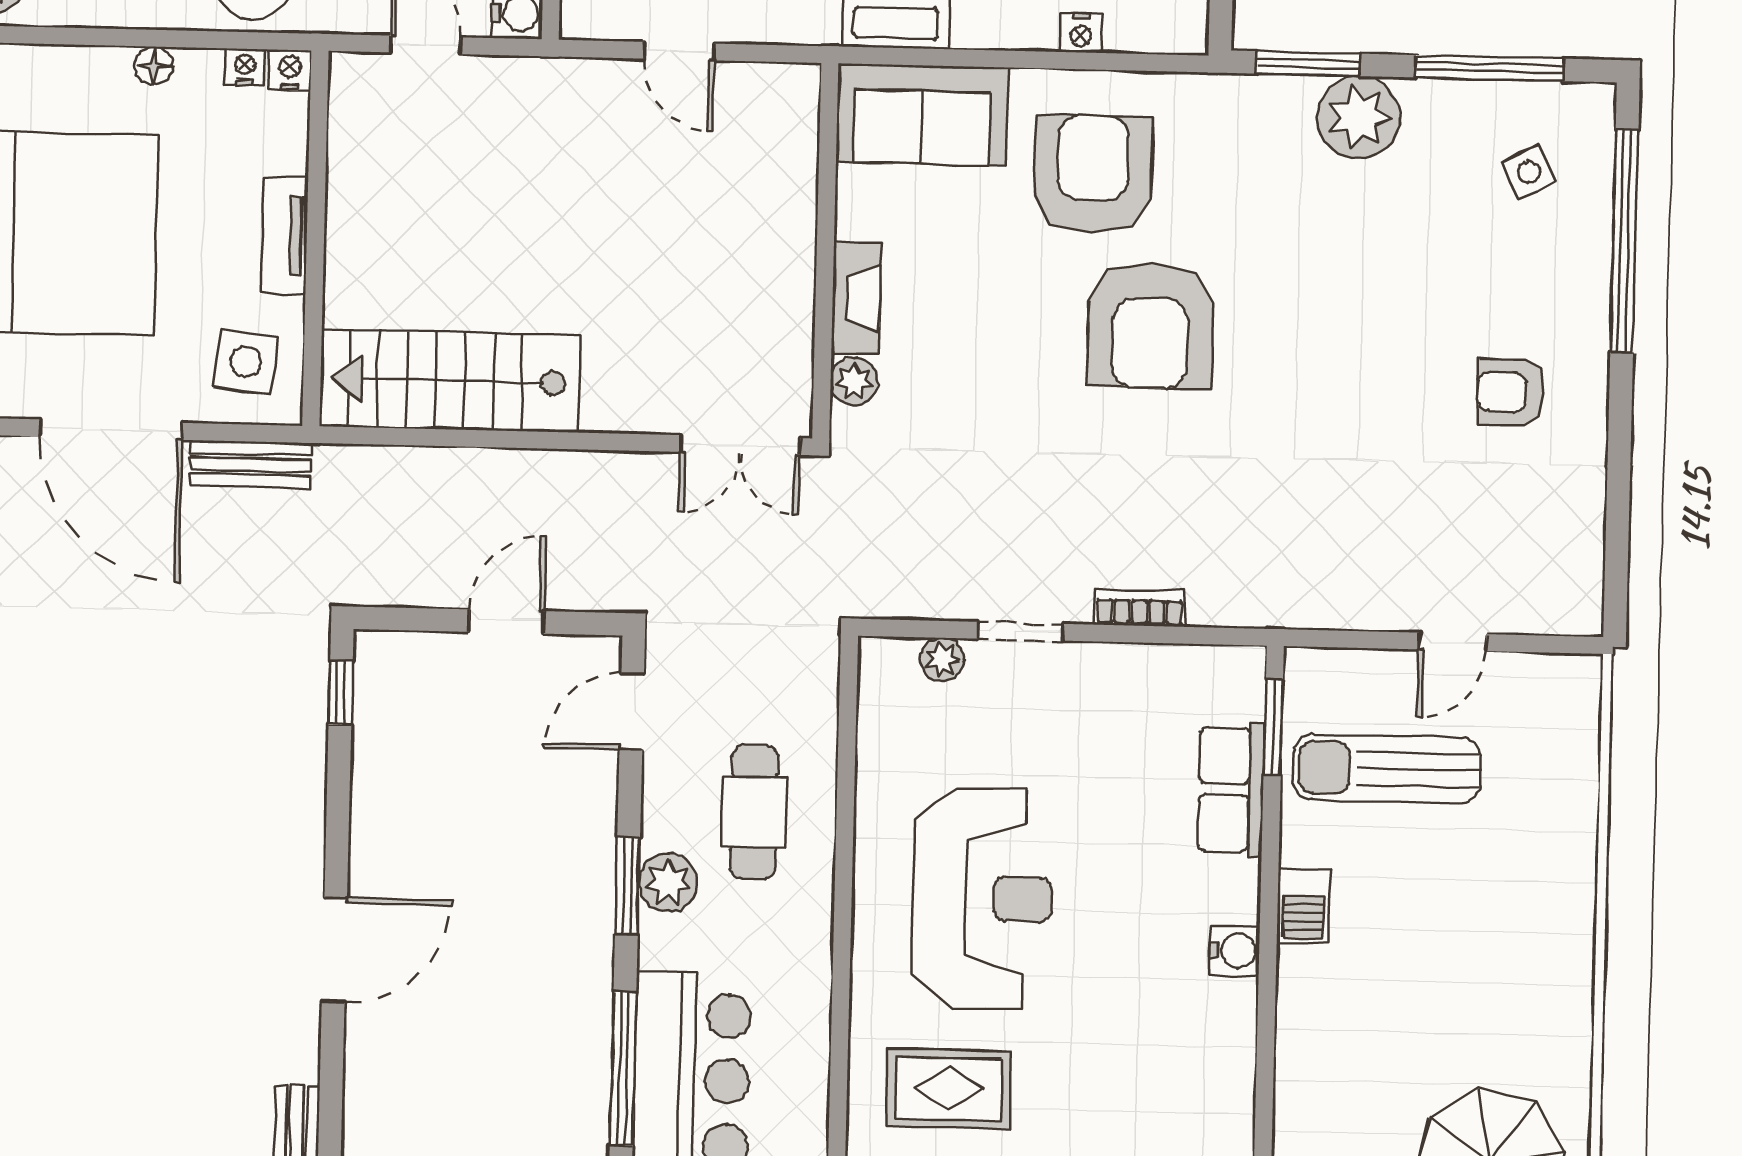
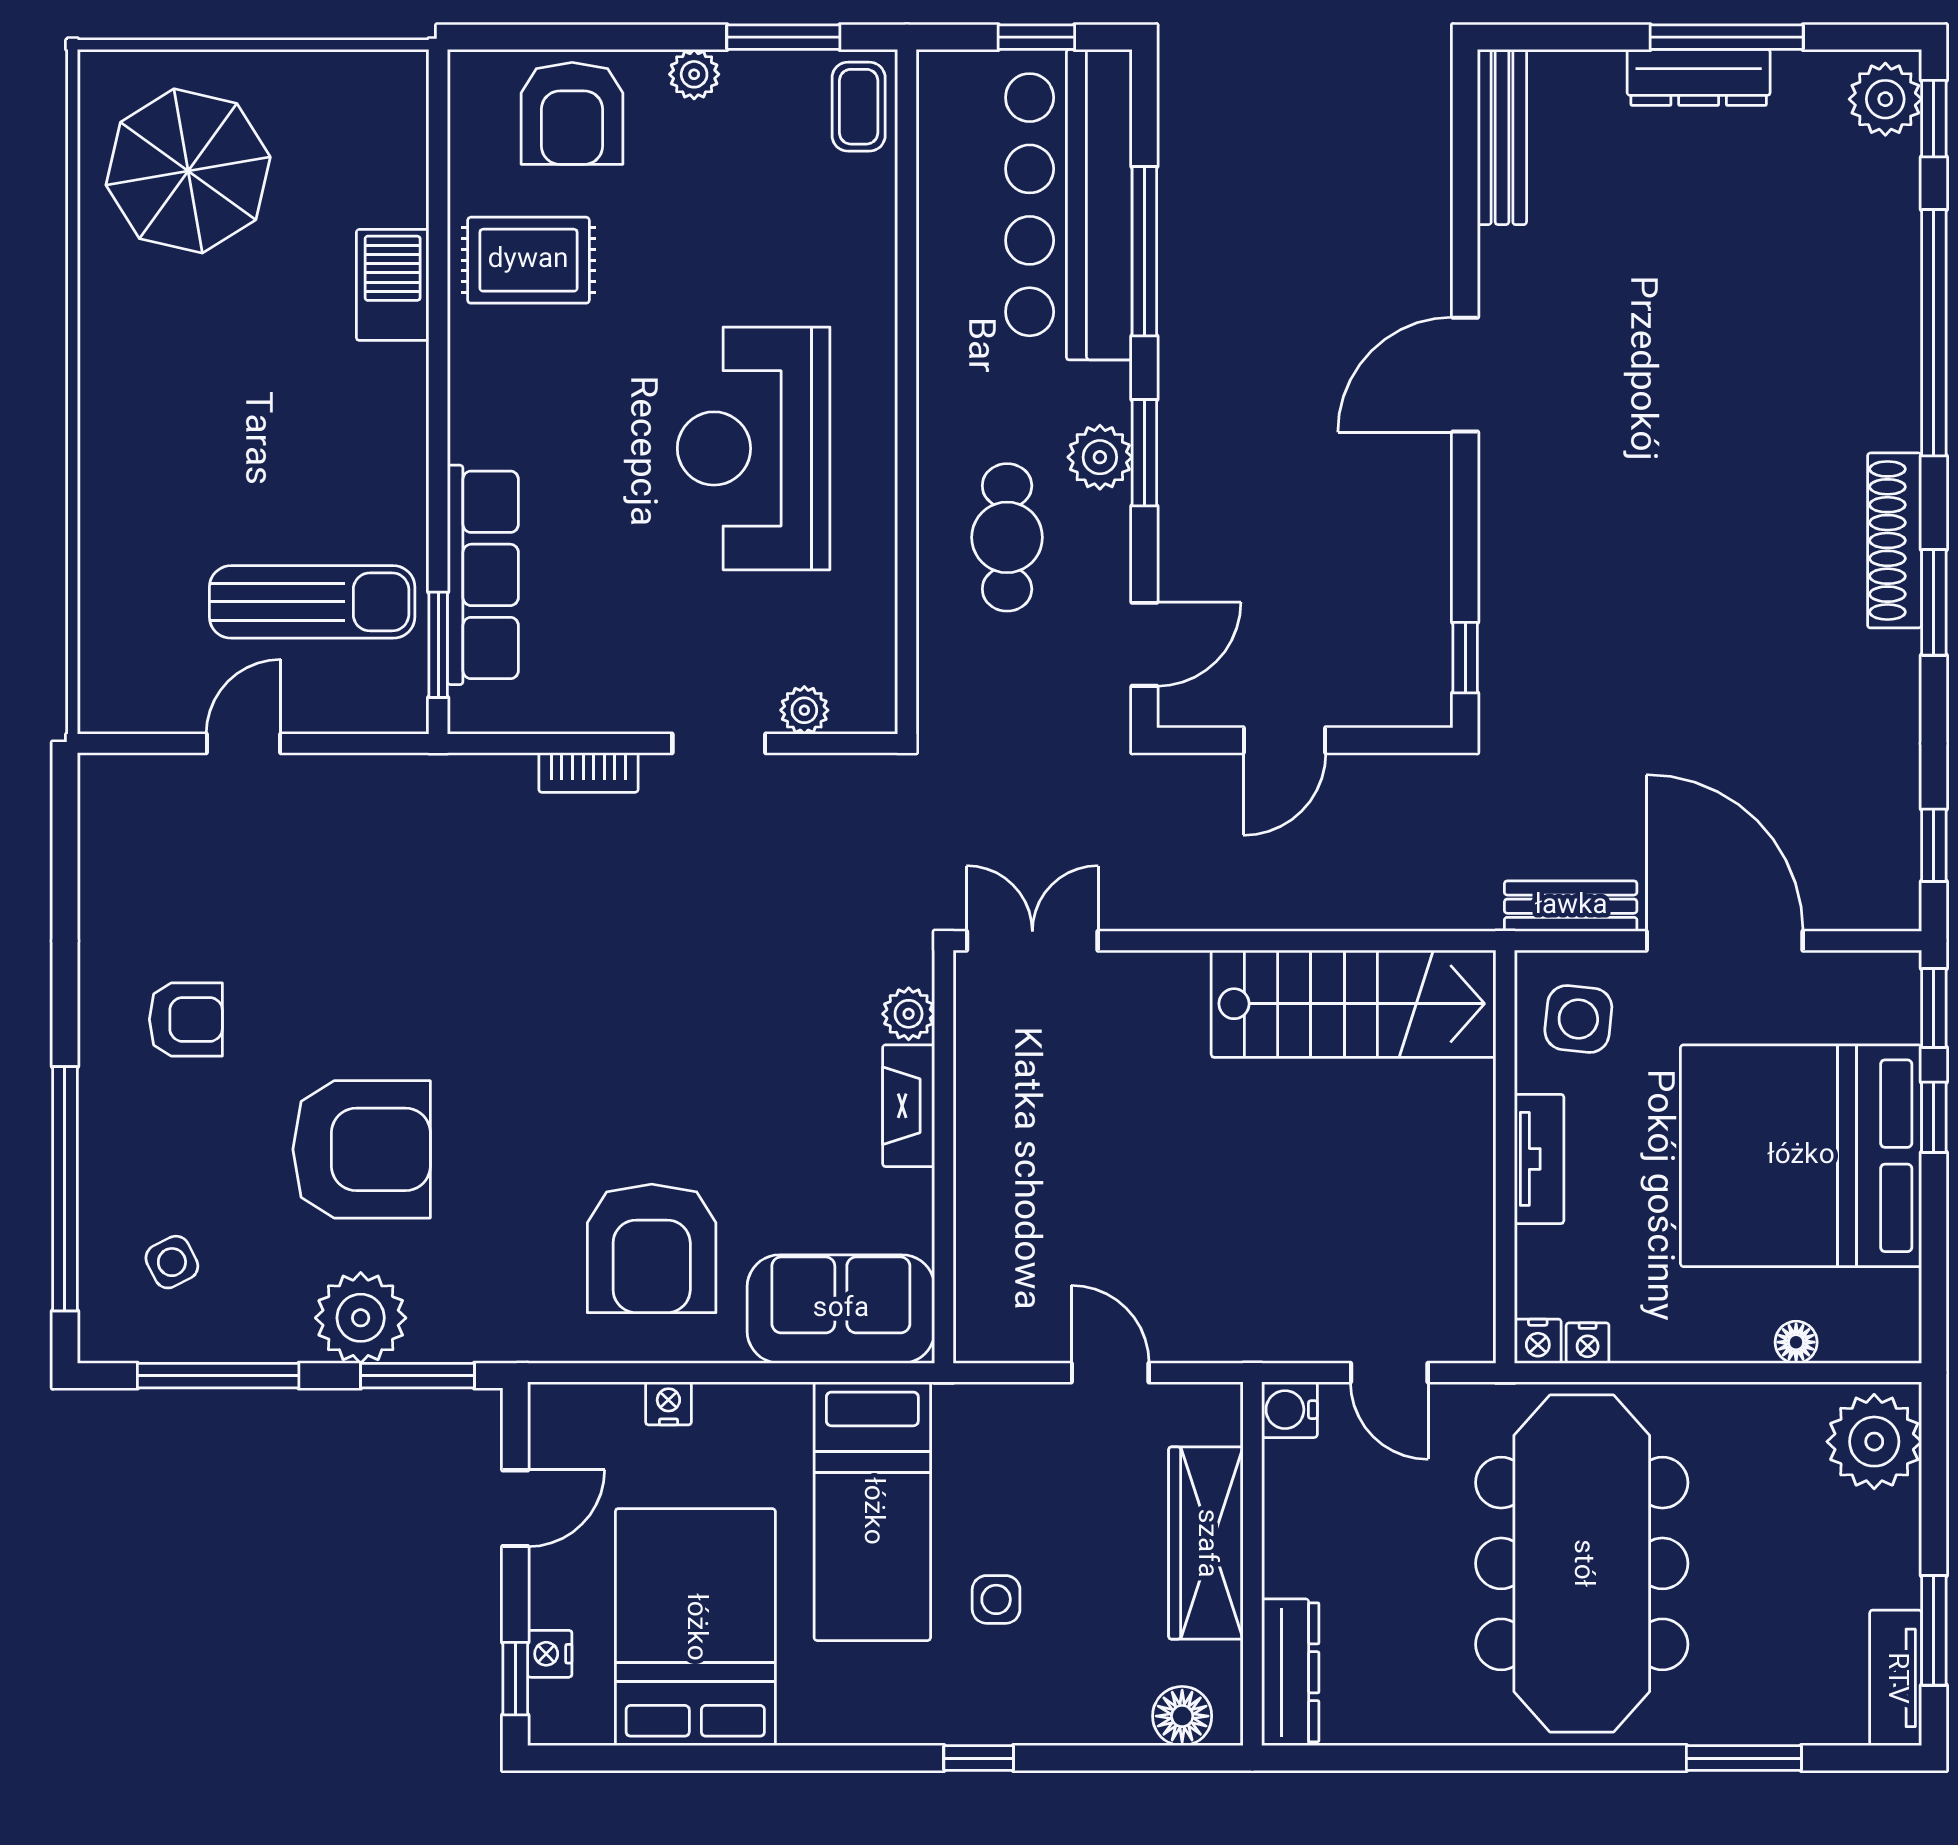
floor lamp: (154, 66) -> (1796, 1342), moved
armchair: (1150, 326) -> (362, 1149), moved, turned 90
row of seats: (1231, 790) -> (483, 575), width x1.48
barbecue: (1303, 906) -> (393, 285), moved, width x1.38, depth x1.27
water cooler: (1235, 951) -> (475, 398), removed
rug: (949, 1089) -> (528, 260), moved

